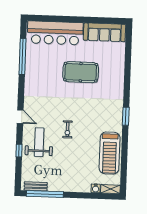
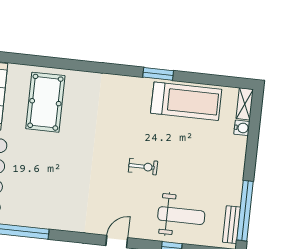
pool table: (81, 72) -> (45, 102), moved
window: (126, 116) -> (158, 74), moved
weight bench: (39, 142) -> (181, 216), moved, turned 180

